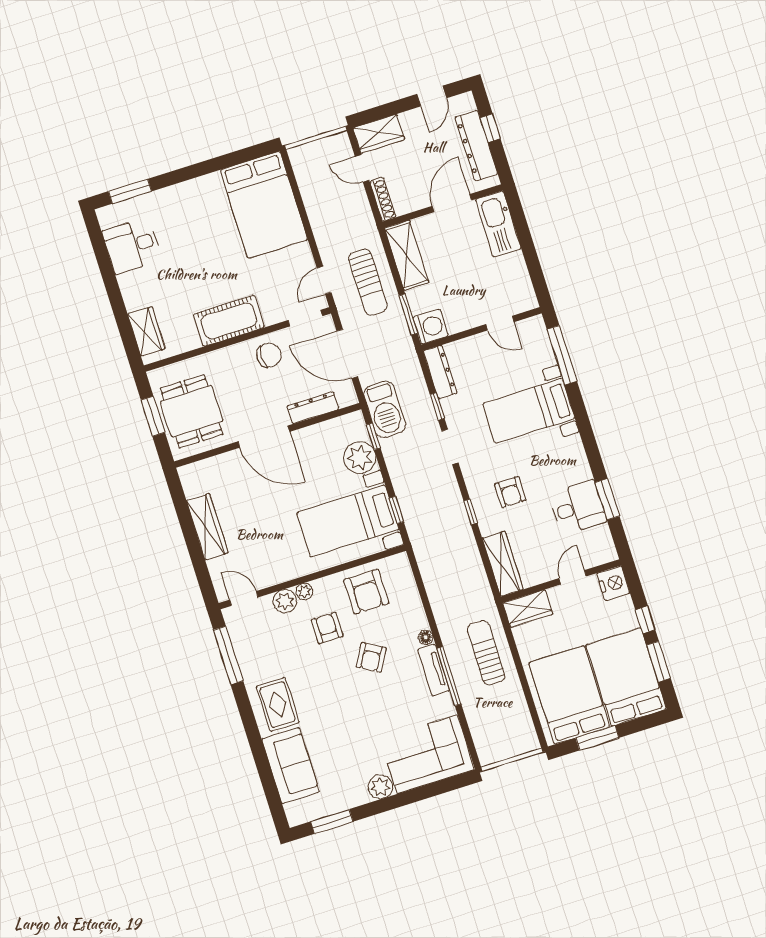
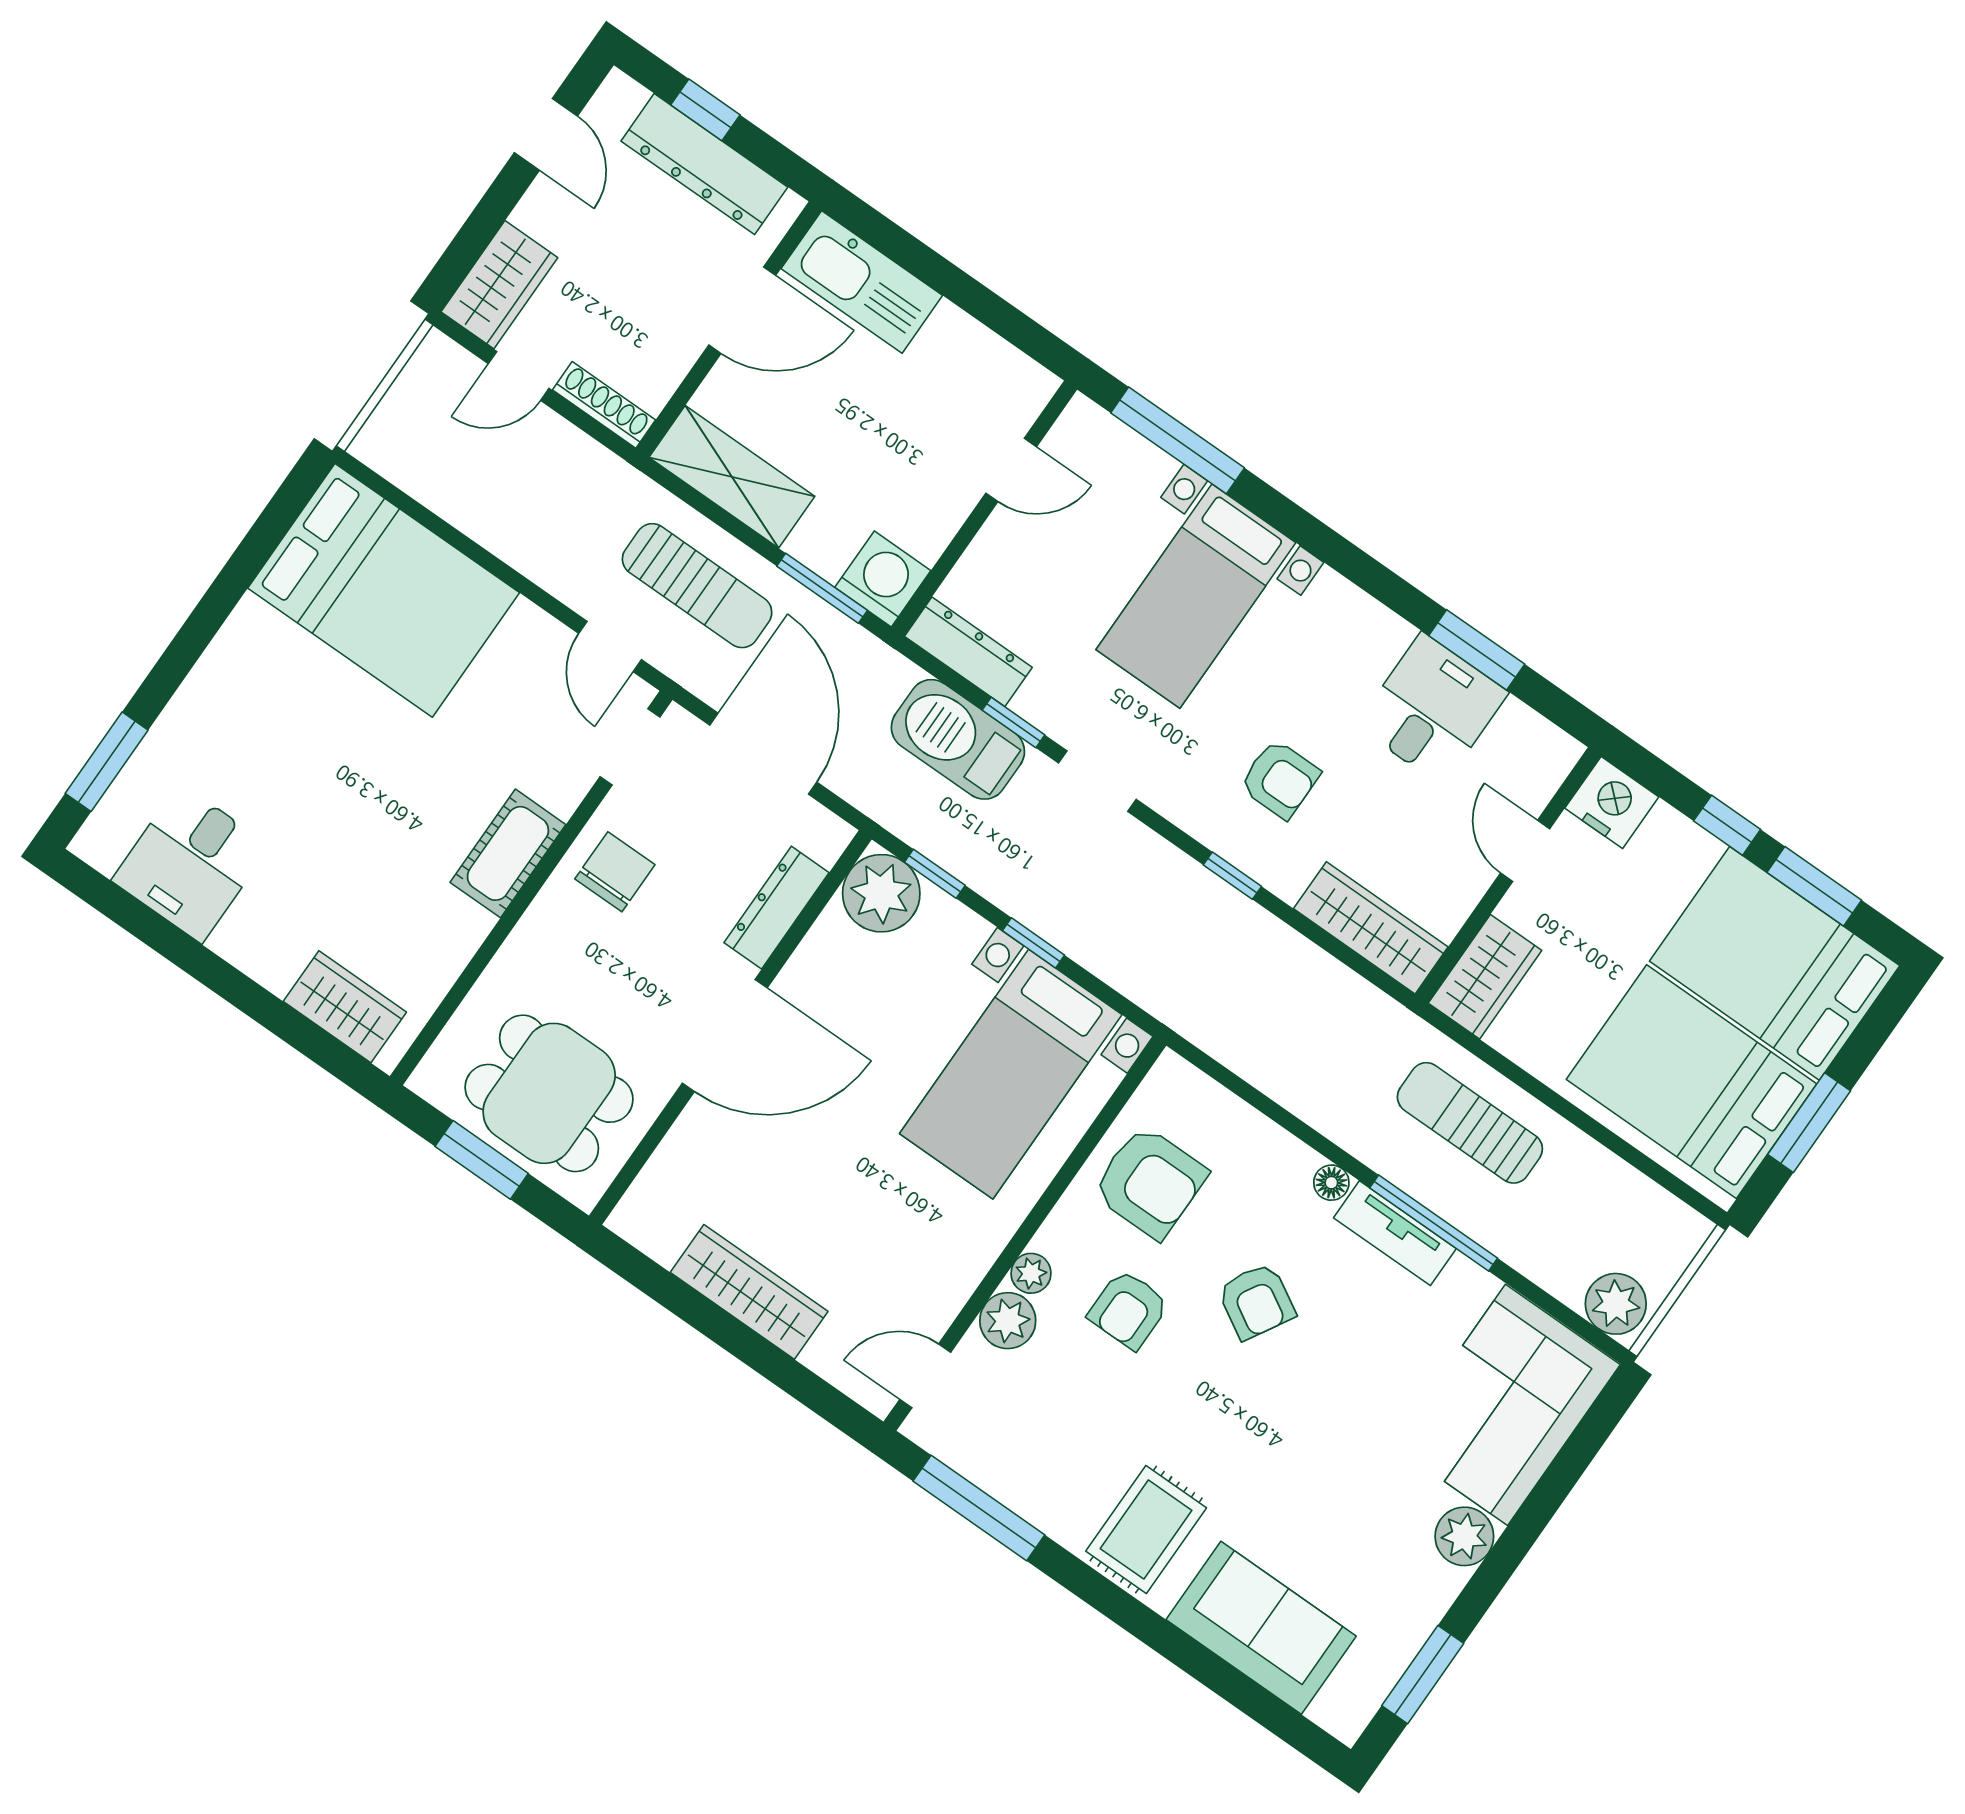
door: (452, 203) -> (742, 310), swing flipped
cot: (229, 321) -> (508, 853), width x0.73, depth x0.75
door: (347, 354) -> (763, 754), swing flipped
barbecue: (385, 409) -> (958, 739), moved, turned 180
plant: (360, 458) -> (881, 893), moved
window: (396, 510) -> (1034, 943), moved
armchair: (327, 628) -> (1129, 1310), turned -90
rug: (278, 704) -> (1146, 1529), turned 90
plant: (488, 749) -> (1616, 1304), added

